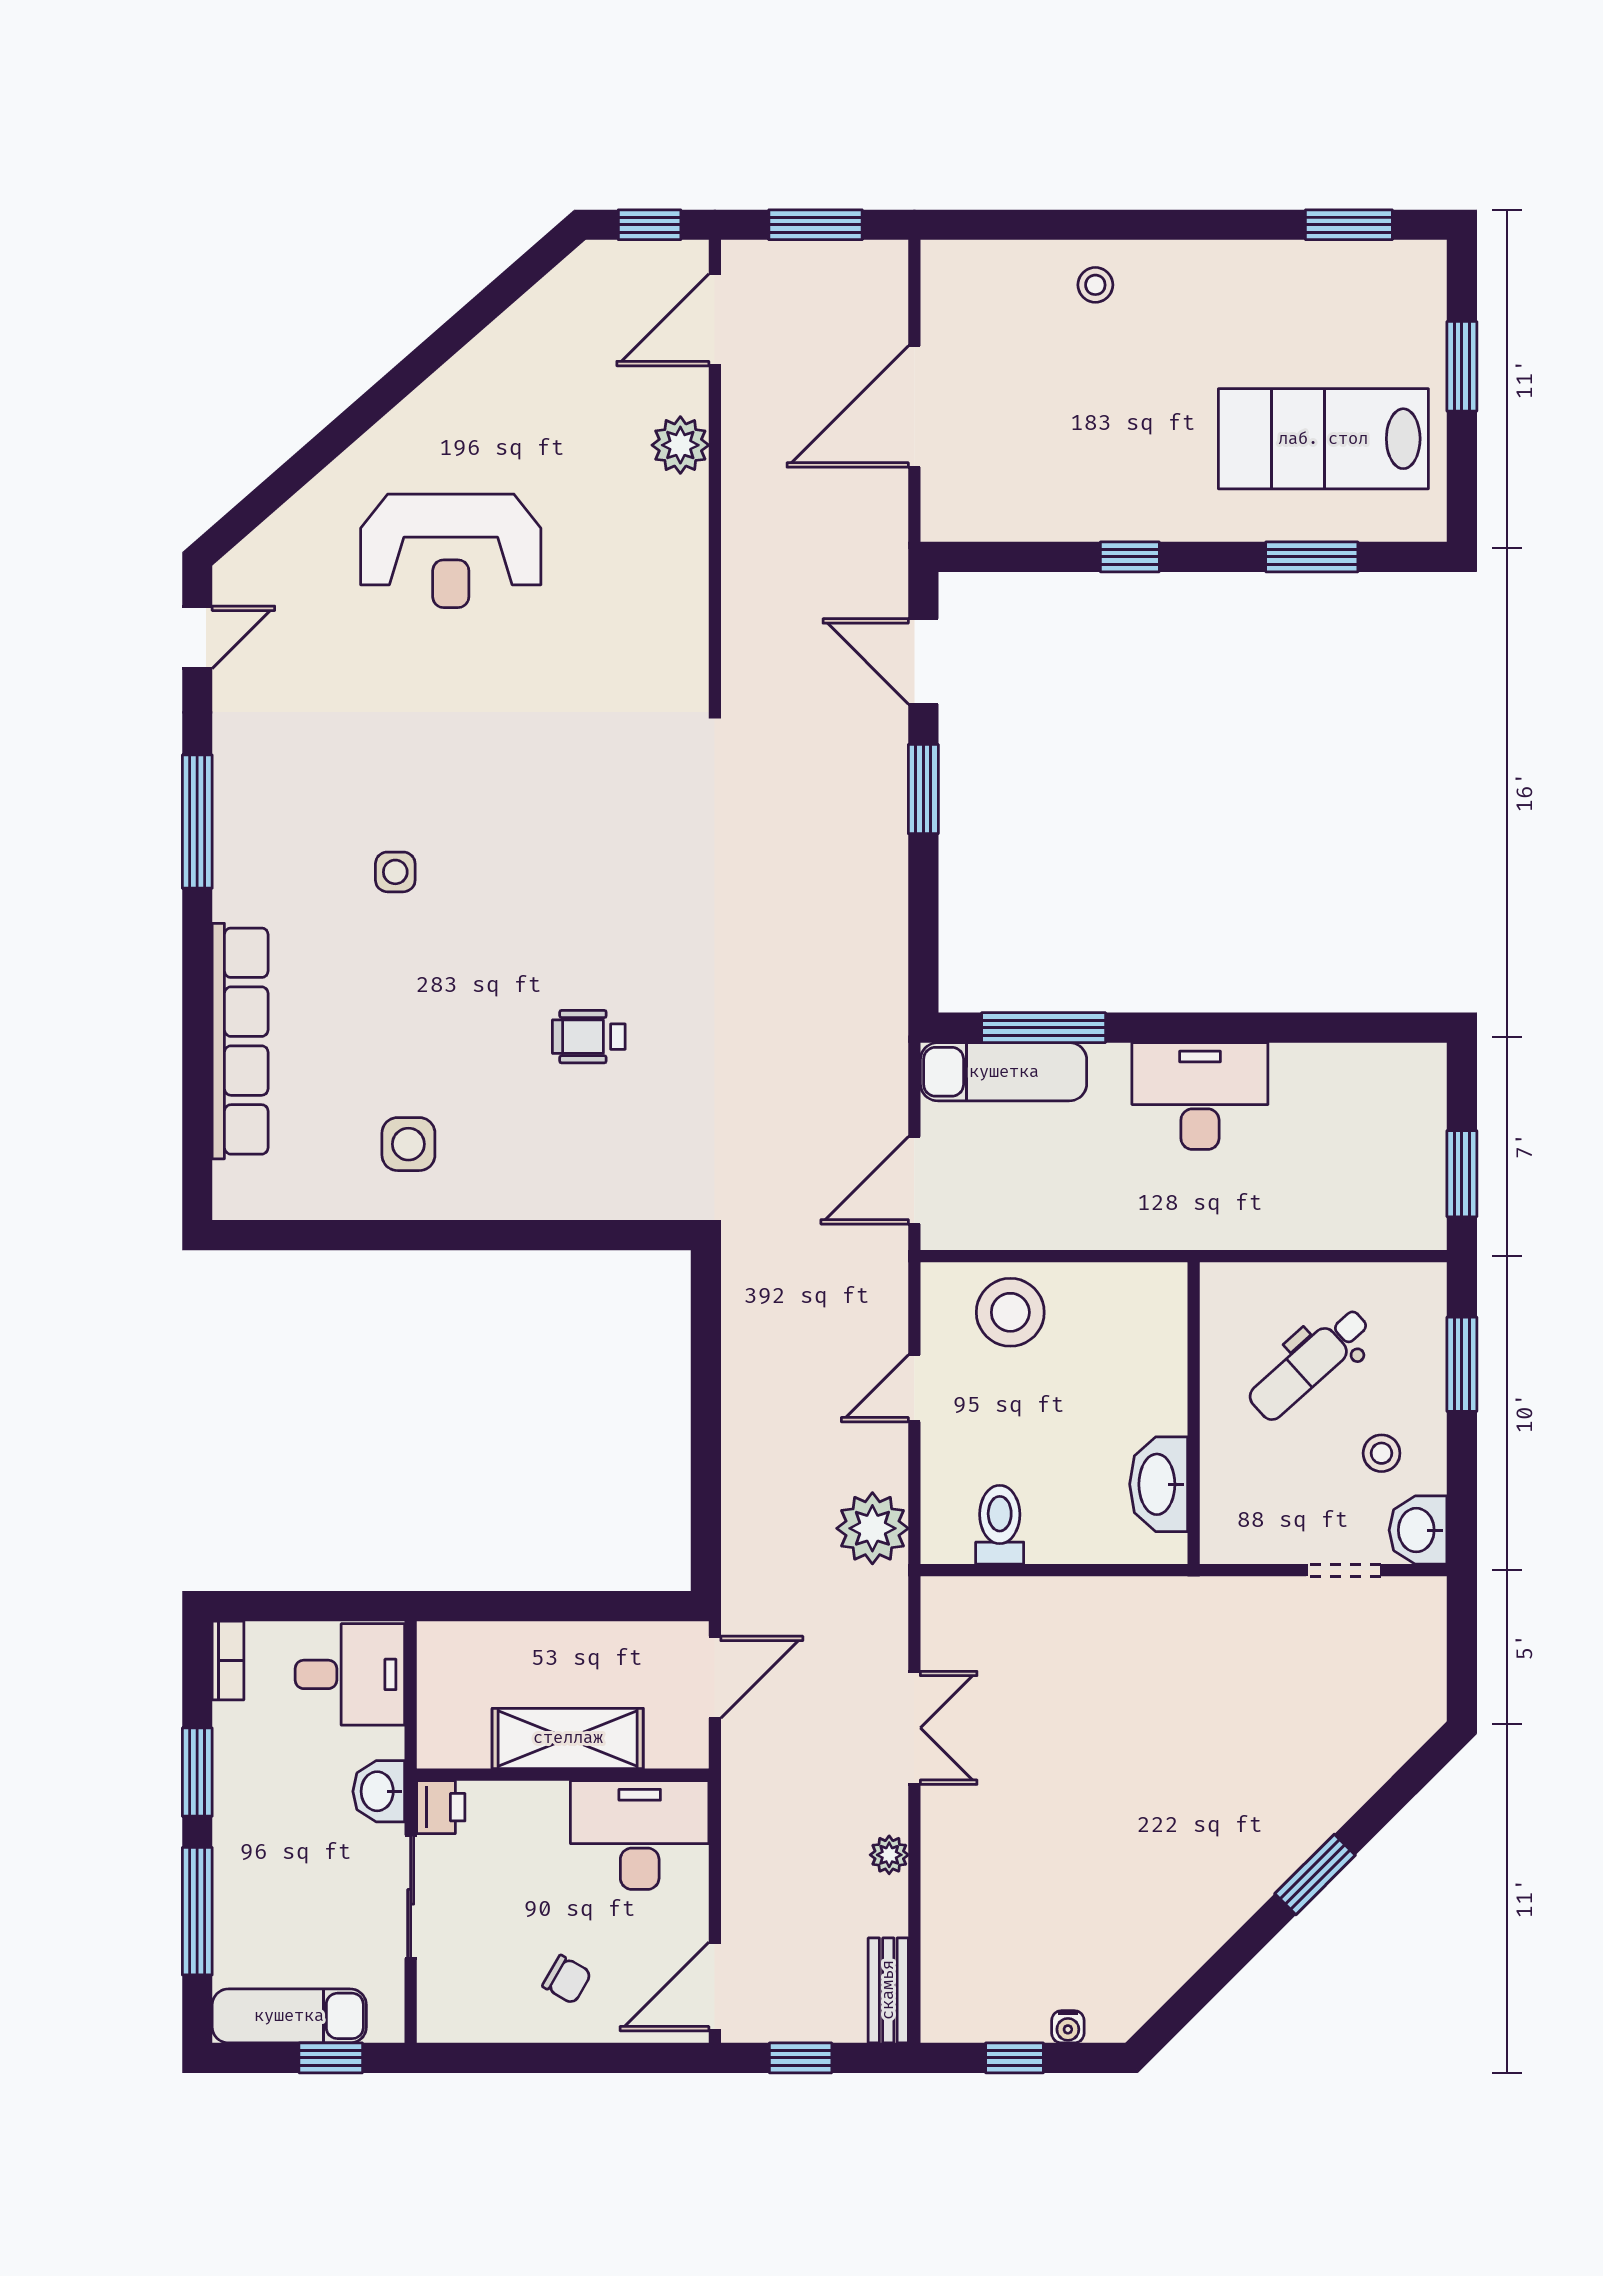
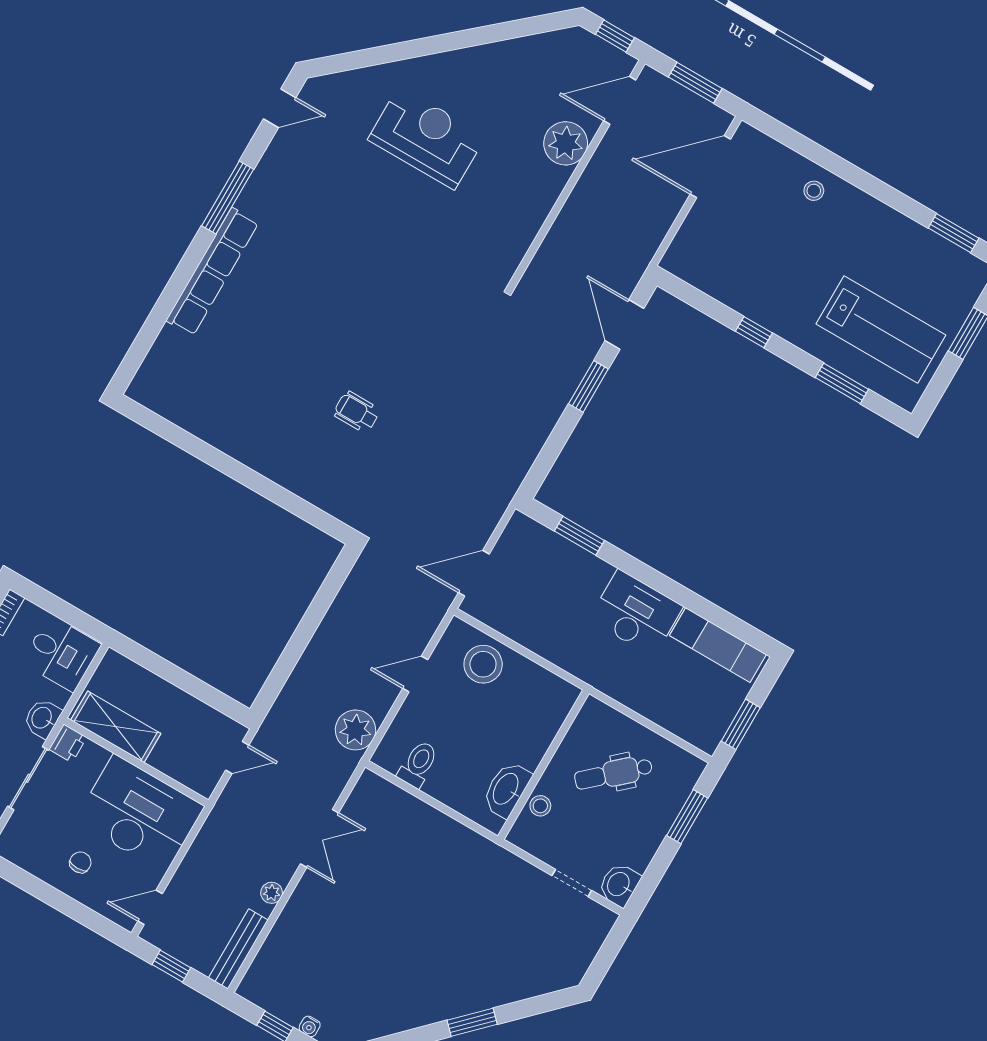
door: (914, 407) -> (710, 167), moved
lab bench: (1323, 439) -> (881, 329), turned 180
plant: (680, 445) -> (566, 143), width x1.36, depth x1.36
reception desk: (451, 551) -> (427, 138), turned 180
side table: (395, 872) -> (309, 278), removed
window: (1044, 1028) -> (579, 536), width x0.69
row of seats: (240, 1041) -> (212, 272), moved
exam couch: (1004, 1072) -> (718, 645), moved
side table: (408, 1144) -> (239, 413), removed
stool: (1382, 1453) -> (540, 806), moved
door: (715, 1677) -> (237, 758), width x0.73
shelving: (568, 1738) -> (116, 727), moved
desk: (640, 1835) -> (140, 814), width x1.36, depth x1.30
chair: (567, 1980) -> (80, 862), turned -120
door: (715, 1986) -> (150, 907), width x0.73
bench: (888, 1990) -> (238, 949), width x1.36

